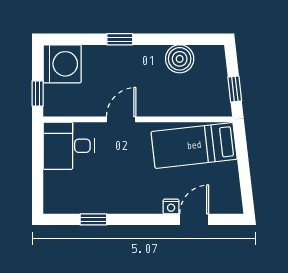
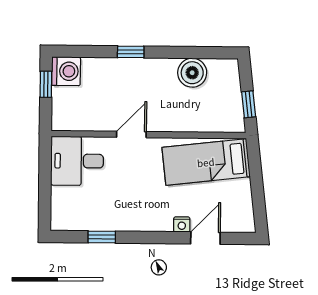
washing machine: (62, 64) -> (66, 71), width x0.73, depth x0.73
window: (38, 93) -> (46, 84), moved

